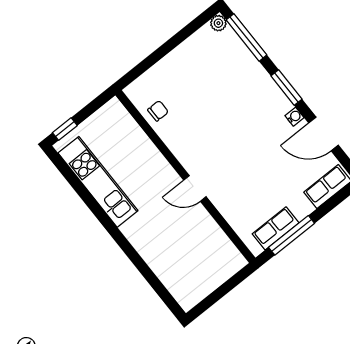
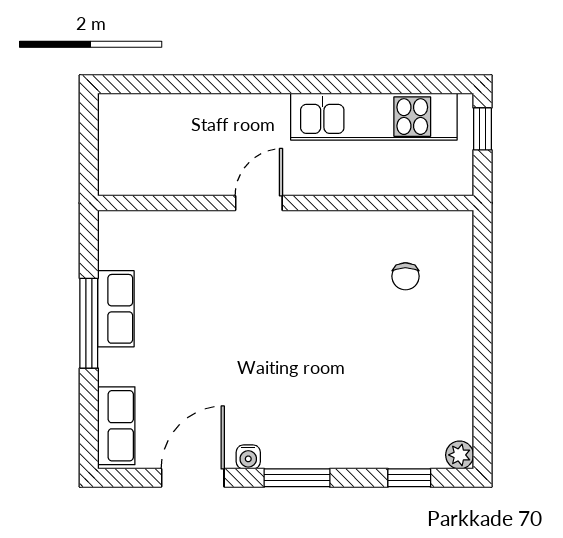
window: (246, 37) -> (409, 478), width x0.46
wall: (185, 176) -> (286, 203), moved
door: (195, 188) -> (259, 203), moved

